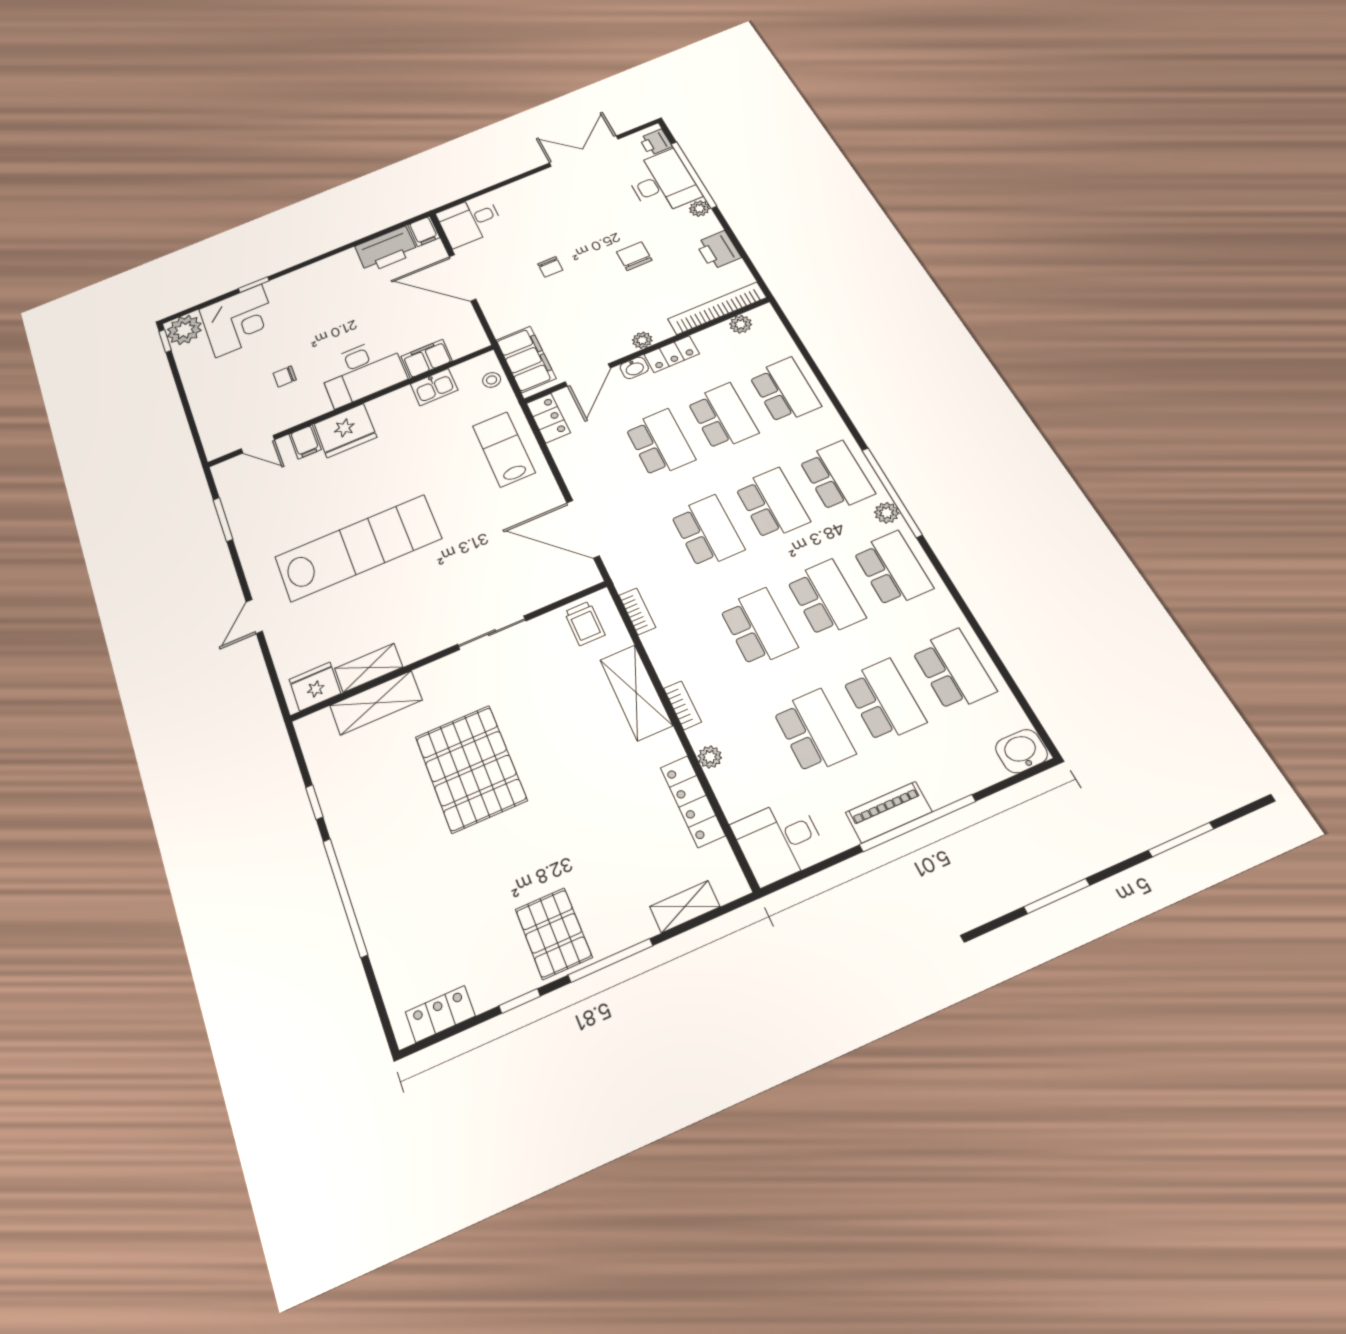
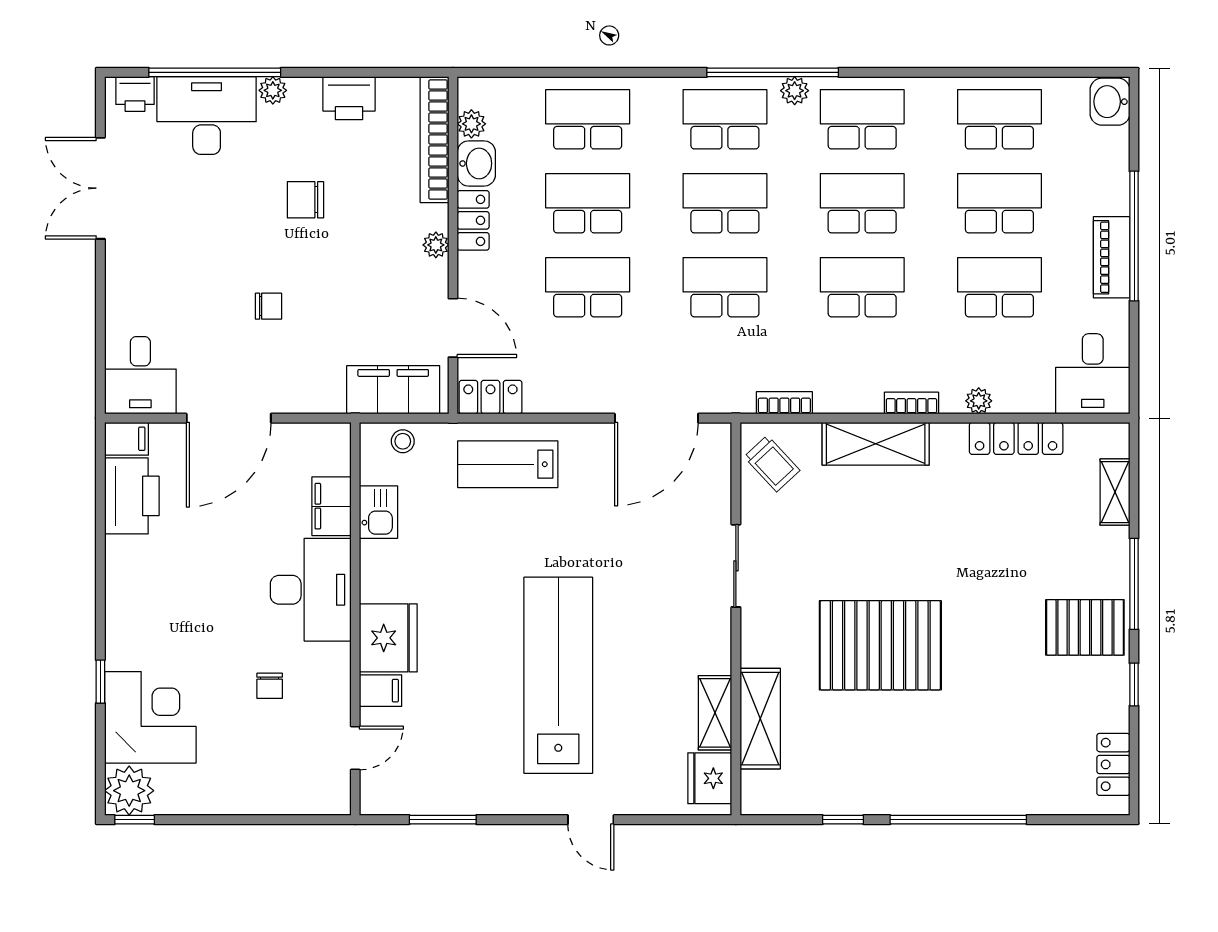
washbasin: (634, 368) -> (476, 163), moved, width x1.38, depth x1.45
trolley: (585, 623) -> (772, 464), turned 47

